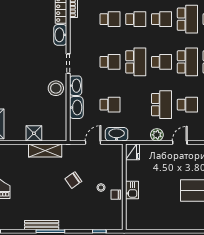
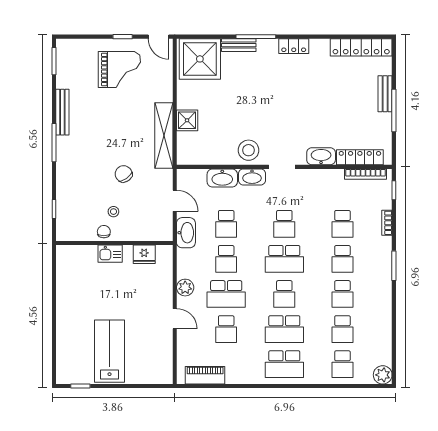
school desk: (187, 19) -> (342, 329), width x0.54
school desk: (136, 105) -> (226, 259), added
shelving: (45, 150) -> (164, 136), width x1.47
fridge: (132, 152) -> (144, 254), moved
bench: (42, 225) -> (62, 112), moved

